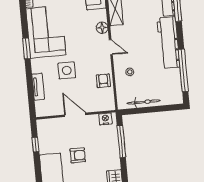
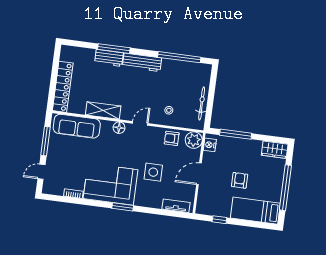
workbench: (168, 42) -> (142, 62), width x0.73, depth x0.76
tv unit: (38, 87) -> (176, 206), moved
plant: (106, 102) -> (194, 140), added

